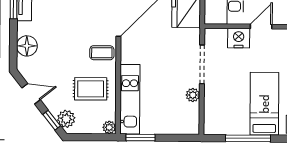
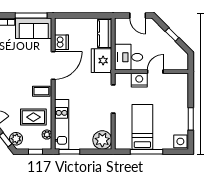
plant: (193, 95) -> (102, 140), moved, width x1.87, depth x1.87
bed: (264, 104) -> (142, 127), moved
plant: (109, 127) -> (47, 135), moved
window: (93, 137) -> (35, 152), added

